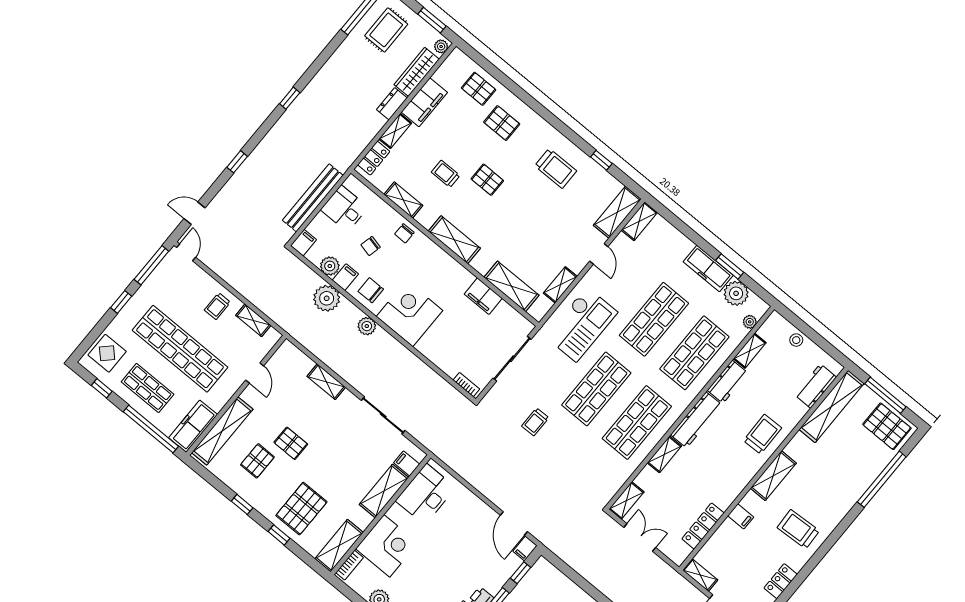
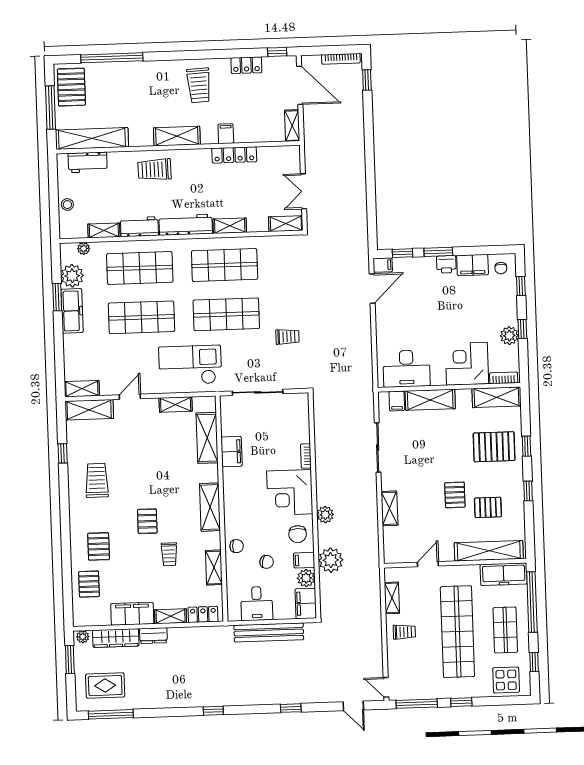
filing cabinet: (303, 243) -> (306, 603), width x2.00
door: (186, 252) -> (386, 687), hinge flipped
bookcase: (466, 385) -> (306, 456), moved
locker: (703, 526) -> (234, 155), moved

